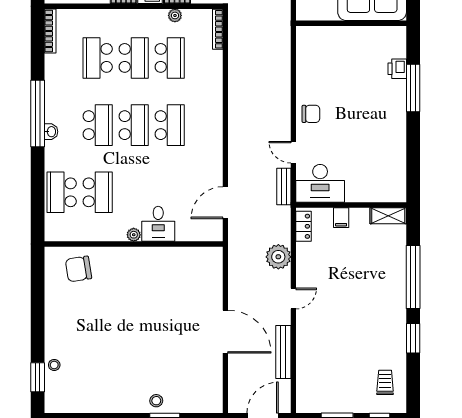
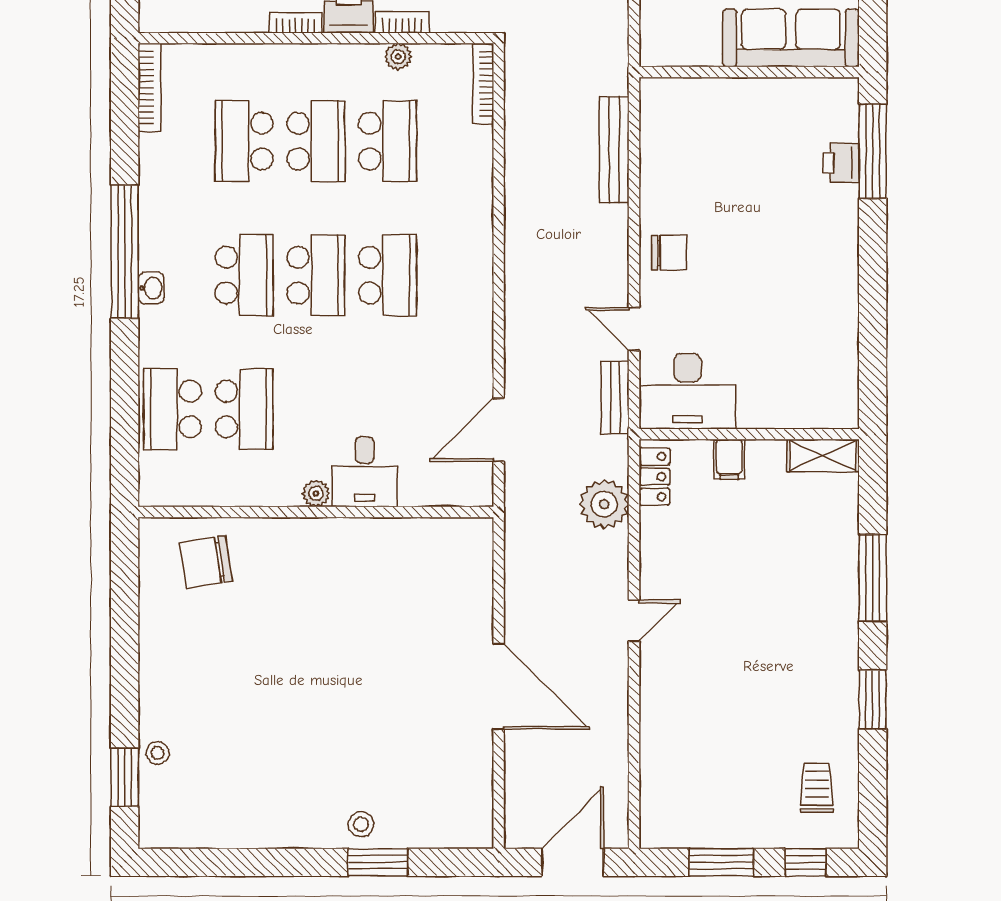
window: (413, 88) -> (873, 151), moved
plant: (278, 257) -> (604, 504), moved
window: (413, 277) -> (873, 578), width x0.68
bench: (283, 352) -> (614, 150), moved

